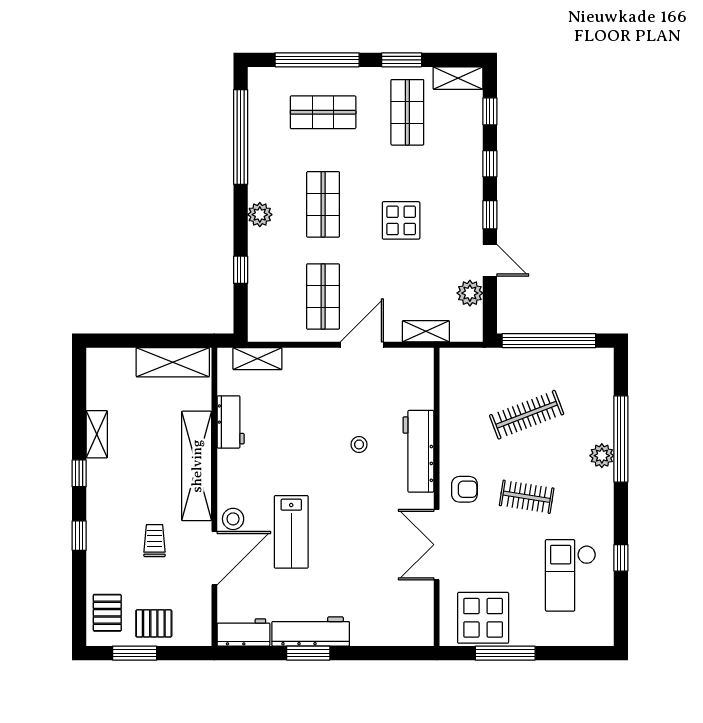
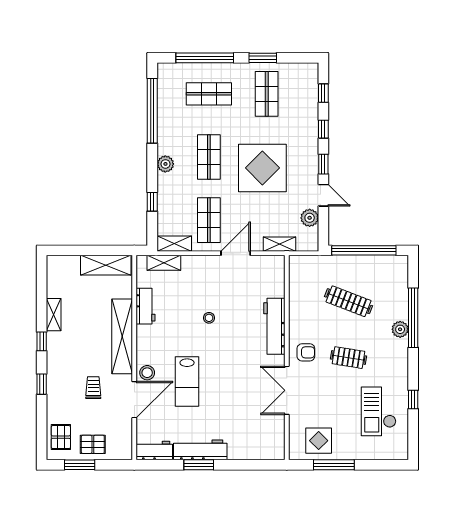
shelving: (458, 78) -> (174, 244), moved
display table: (401, 220) -> (262, 168), width x1.86, depth x1.86
clothes rail: (527, 415) -> (349, 301), turned 42
stool: (359, 444) -> (209, 318), moved
display table: (483, 618) -> (319, 441), width x0.73, depth x0.73

